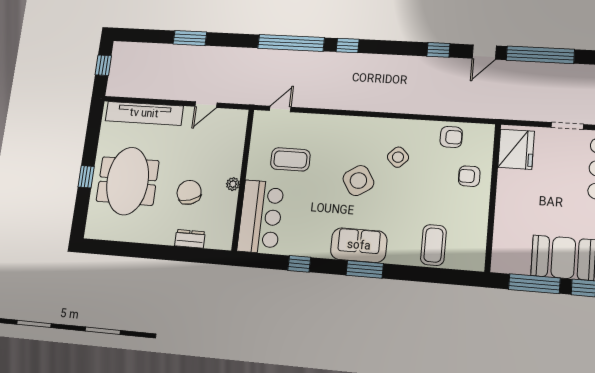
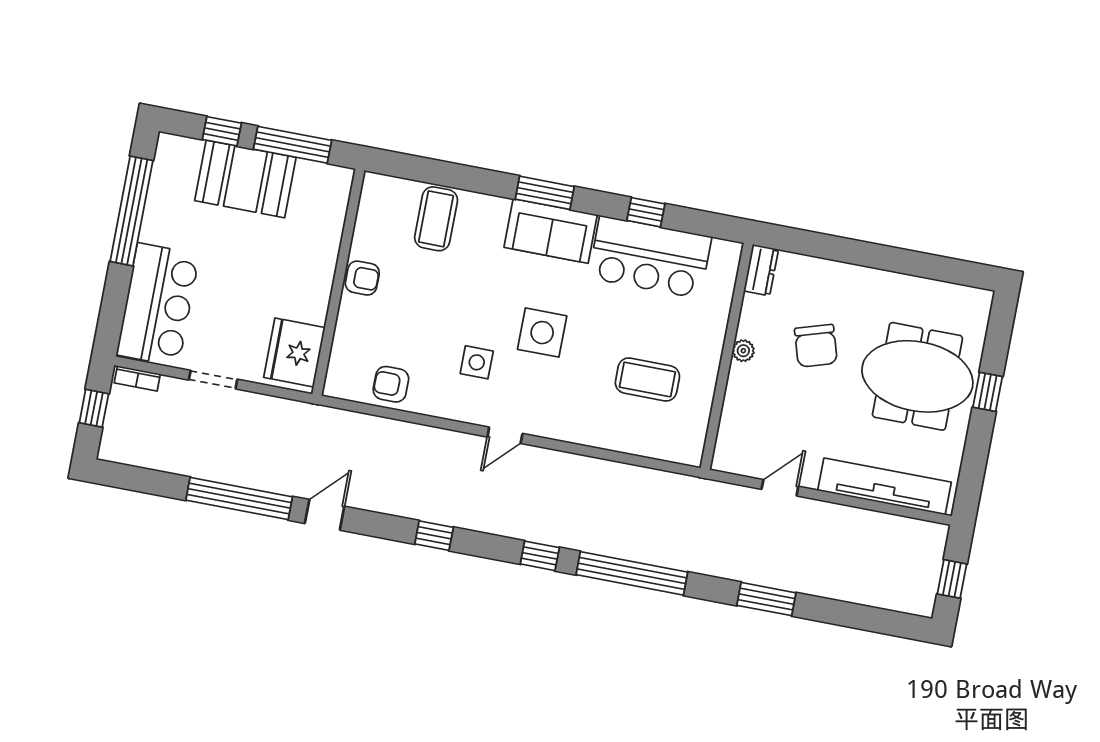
window: (190, 38) -> (766, 599), moved
window: (438, 50) -> (434, 536), moved
door: (280, 109) -> (505, 435), moved
side table: (398, 157) -> (477, 362), turned 45
armchair: (469, 176) -> (362, 278), moved
meeting table: (128, 181) -> (917, 376), turned 90
side table: (358, 181) -> (542, 333), turned 33
bar counter: (261, 217) -> (650, 257), moved, turned -90
dresser: (190, 239) -> (761, 270), moved, turned -90

